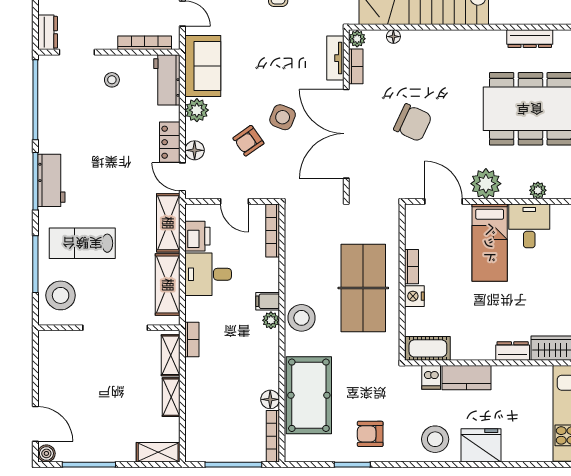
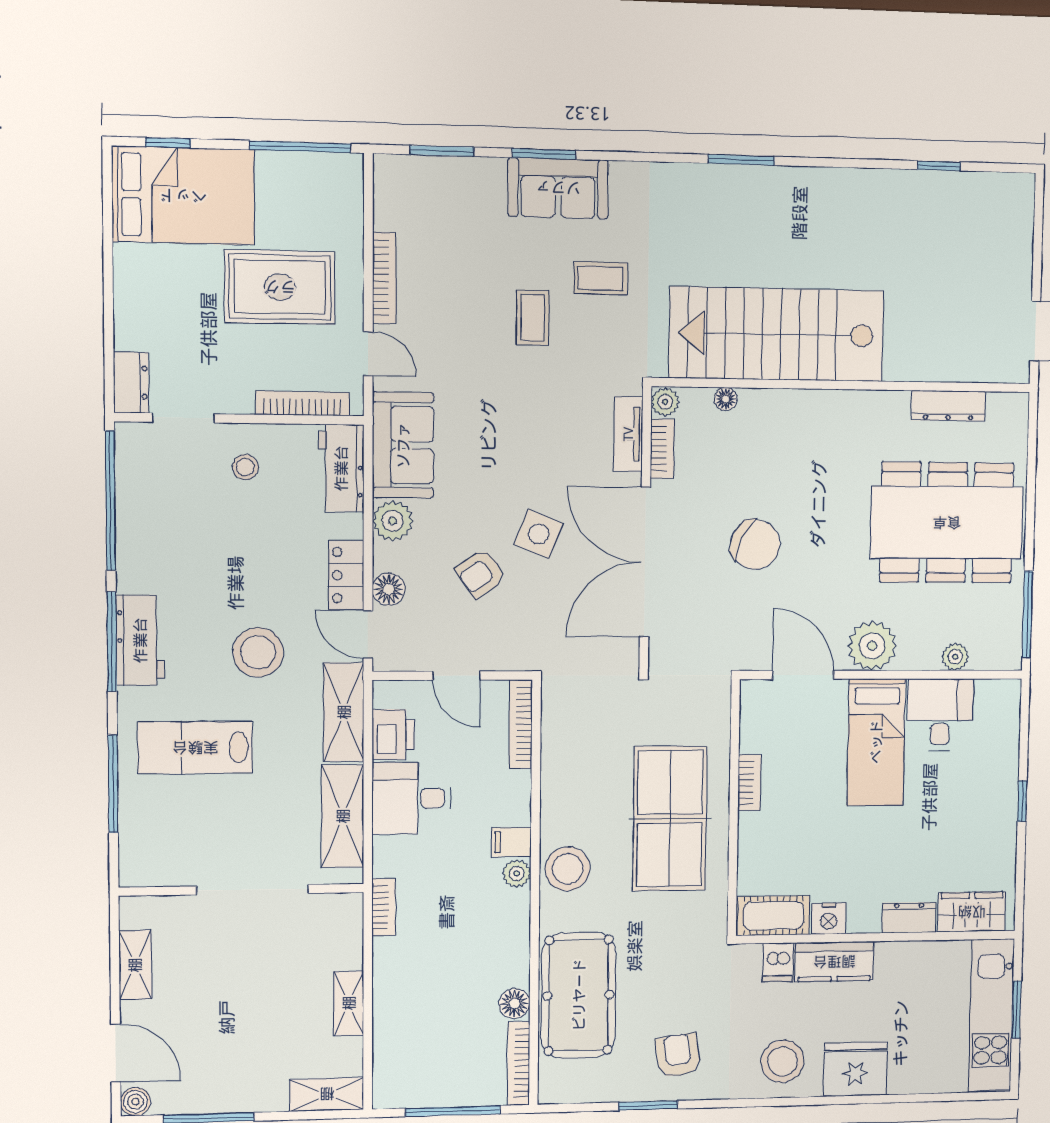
stool: (61, 295) -> (258, 652), moved
nightstand: (414, 296) -> (829, 919), moved, turned -90
shelving: (171, 355) -> (135, 965), moved
armchair: (370, 434) -> (678, 1055), turned 82

